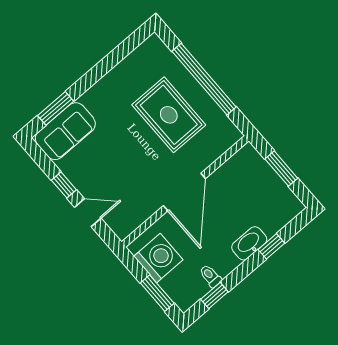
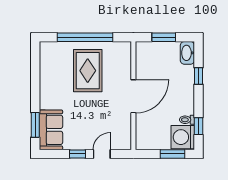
rug: (169, 115) -> (88, 71), turned 90
door: (184, 192) -> (133, 96), hinge flipped
washbasin: (249, 243) -> (187, 53), moved
washing machine: (158, 258) -> (183, 137), moved, turned -90

